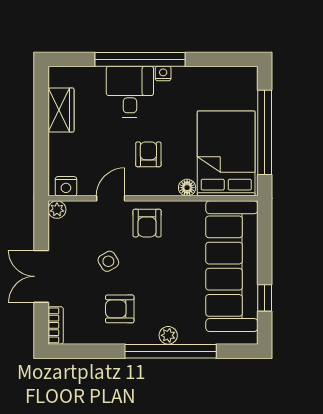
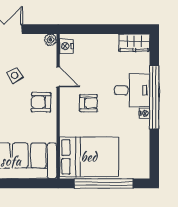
wardrobe: (61, 110) -> (134, 43), moved
floor lamp: (187, 188) -> (66, 130), removed

